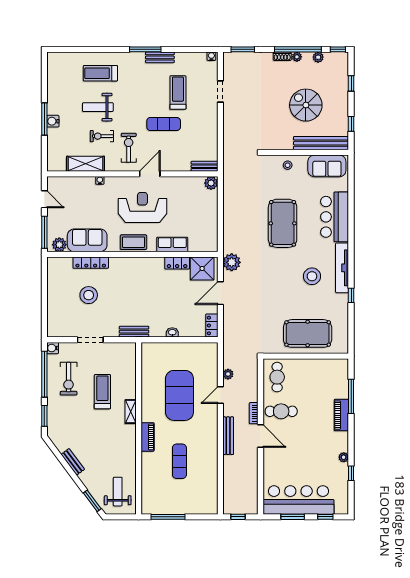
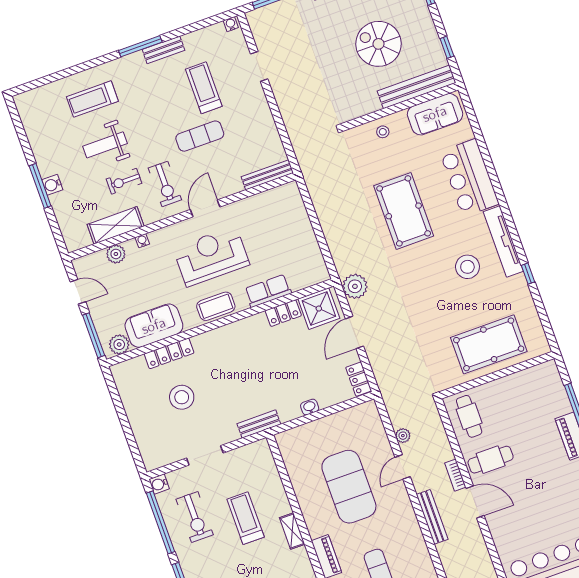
exercise bike: (129, 148) -> (165, 184), turned 180
bench: (205, 166) -> (267, 175), width x1.36
plant: (211, 183) -> (116, 254), moved

